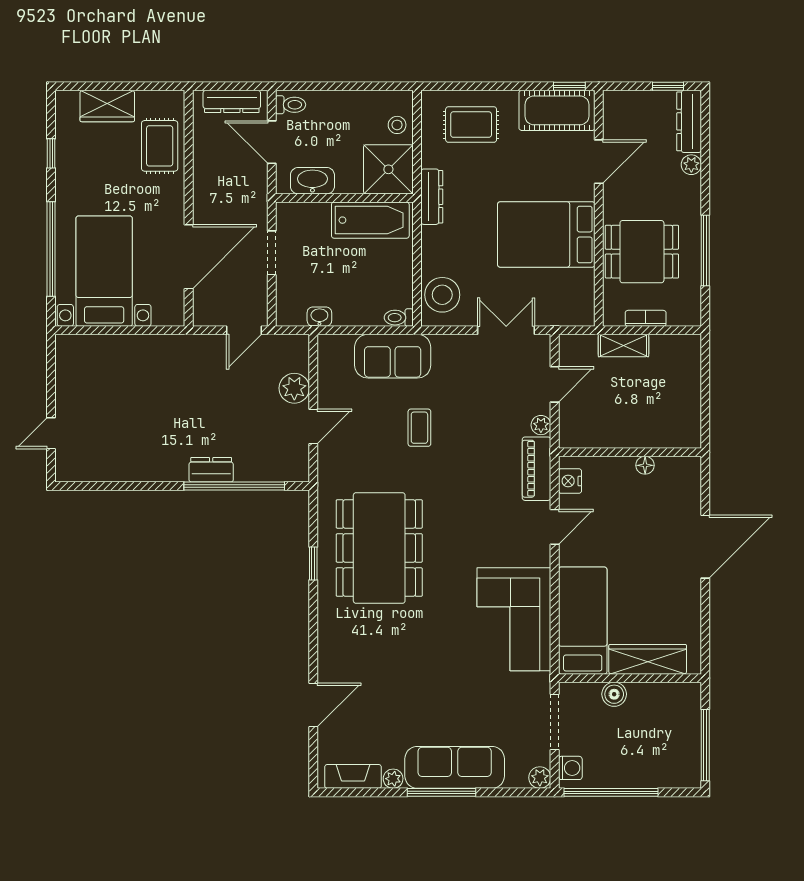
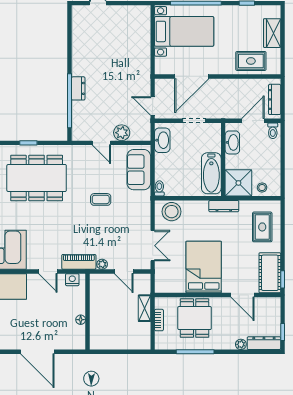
door: (189, 257) -> (192, 76), hinge flipped
washbasin: (319, 317) -> (162, 140), width x1.91, depth x1.45
sofa: (393, 356) -> (139, 170), moved

